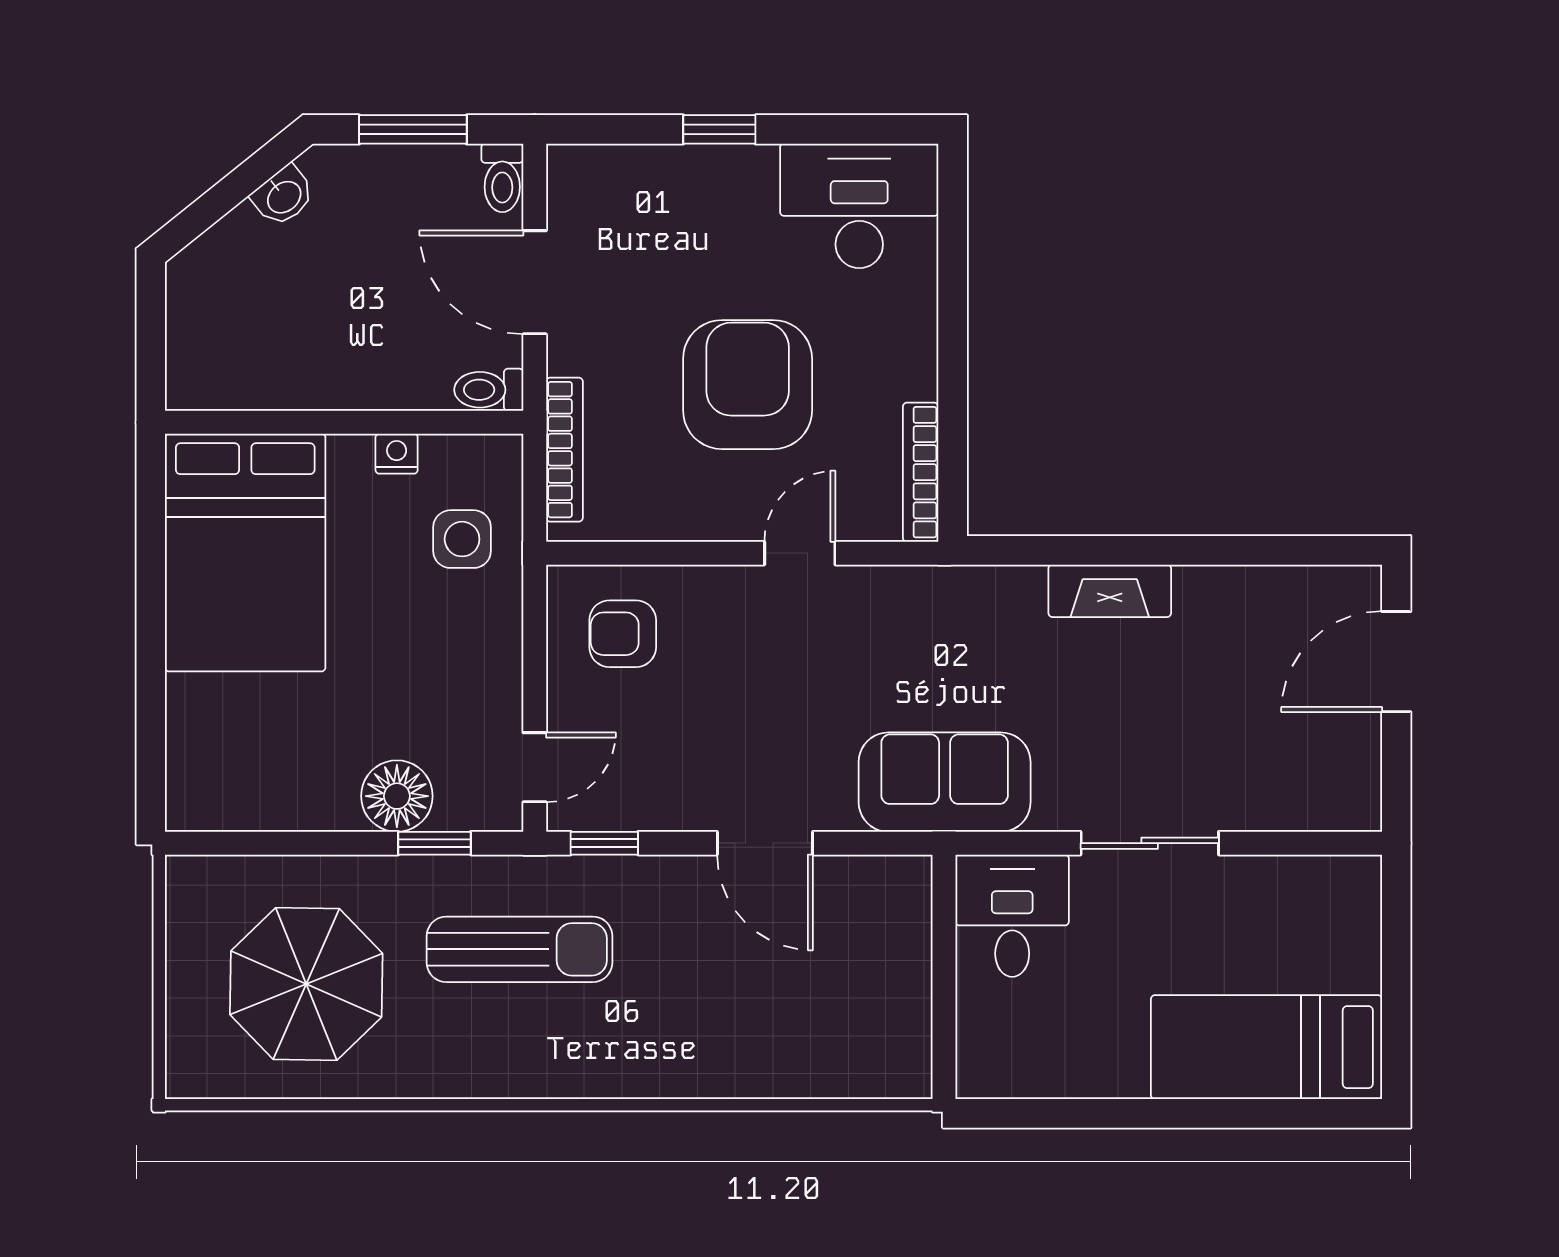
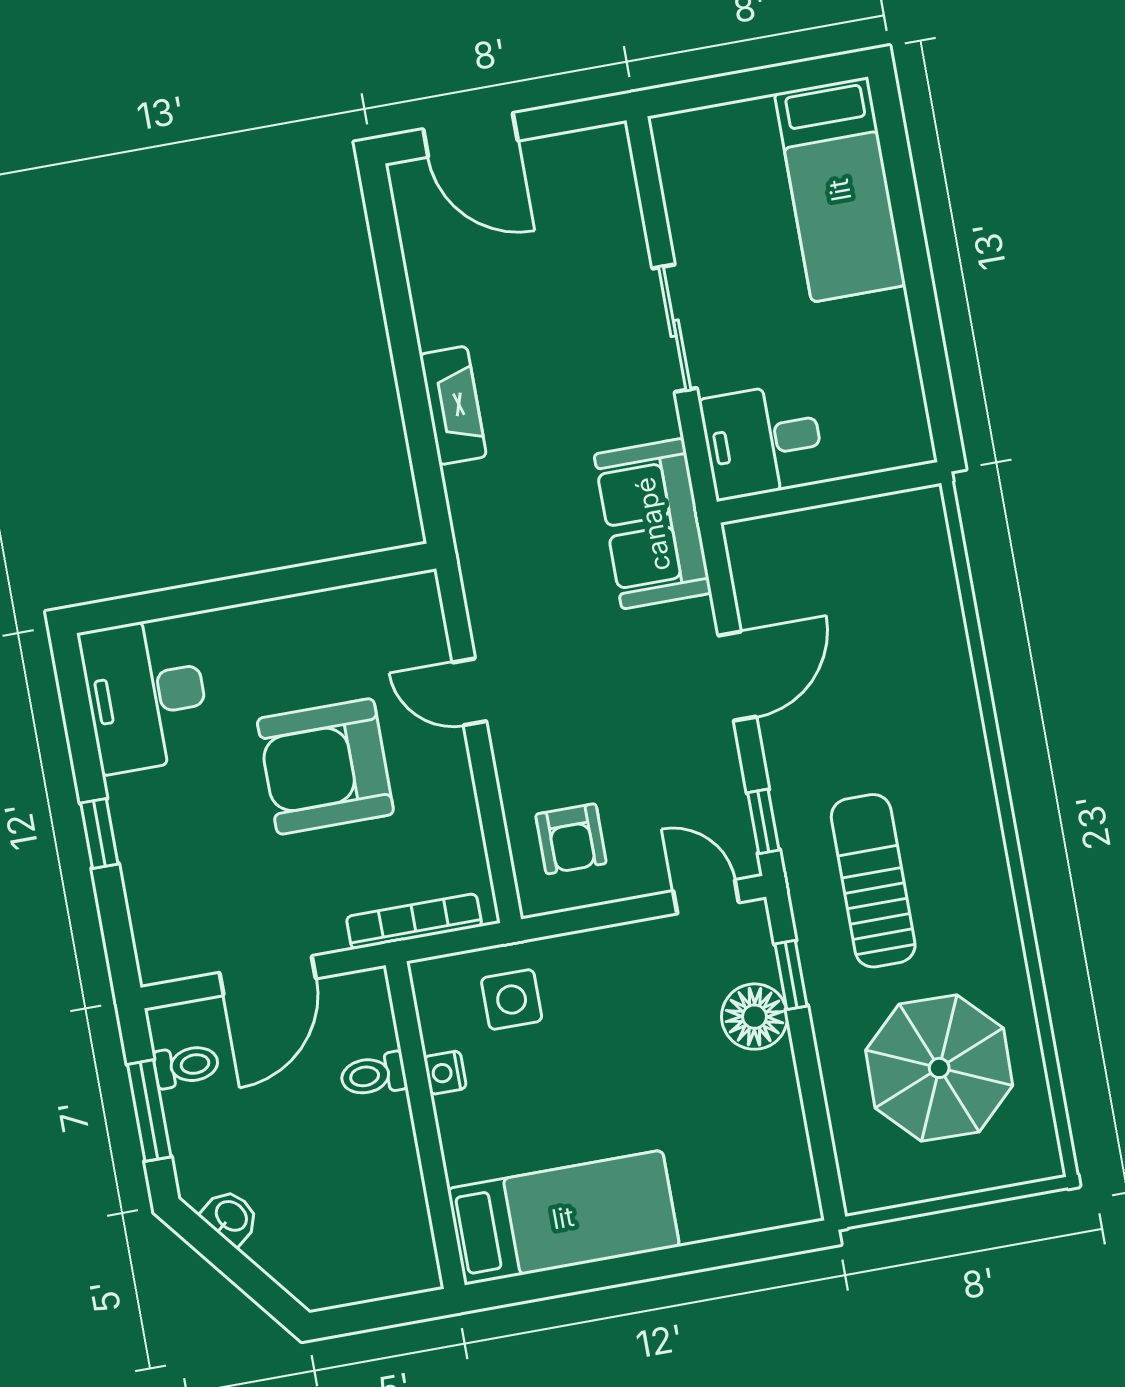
toilet: (502, 178) -> (186, 1066), moved
toilet: (489, 390) -> (373, 1075), moved, turned 90
bookcase: (921, 472) -> (377, 596), removed
bed: (245, 553) -> (563, 1218), width x0.67

